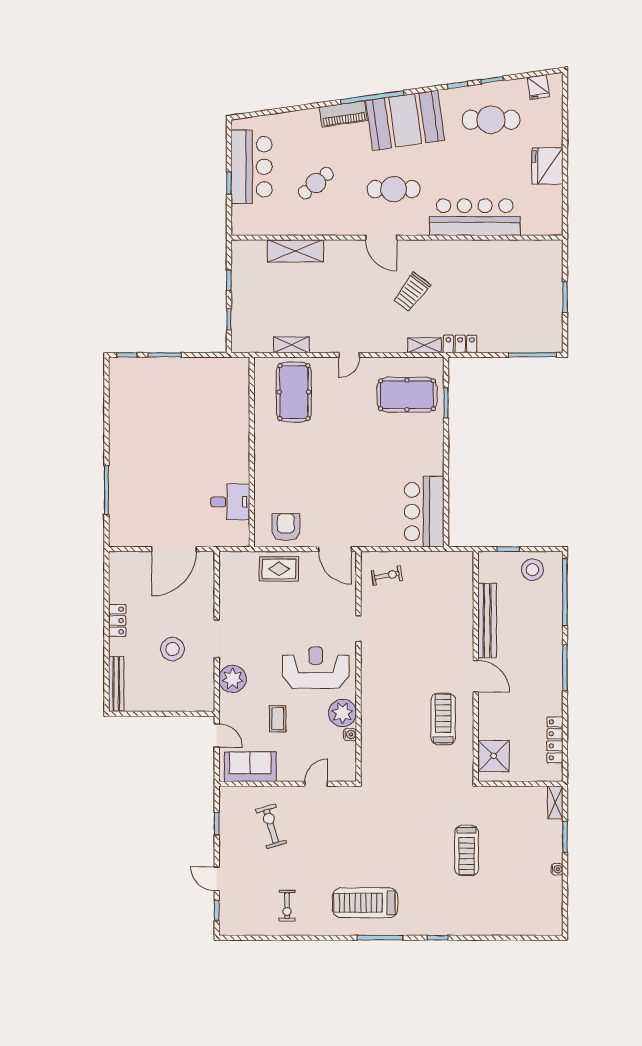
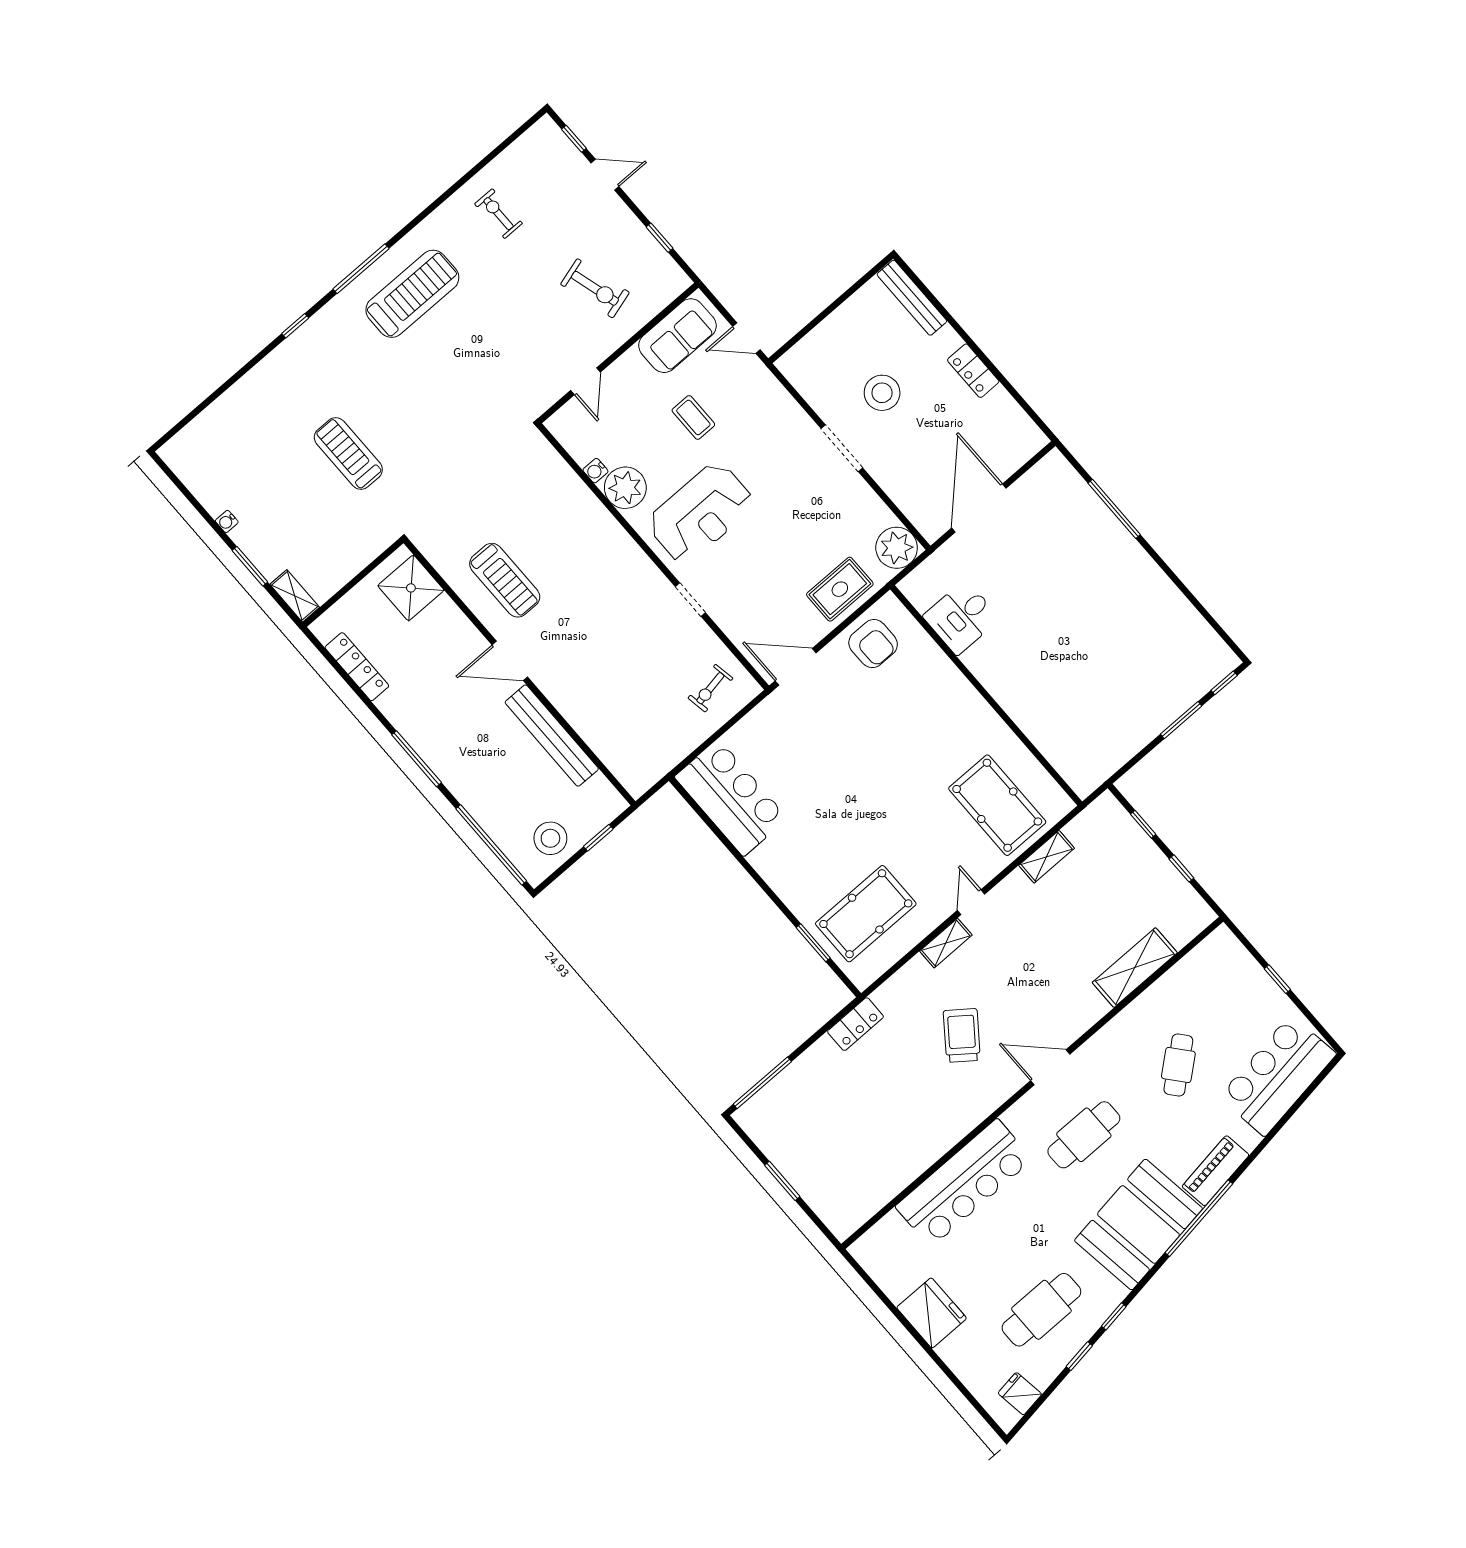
bar counter: (251, 167) -> (1278, 1075), moved, turned 82
shelving: (424, 345) -> (946, 943), moved
plant: (232, 679) -> (897, 548), moved

